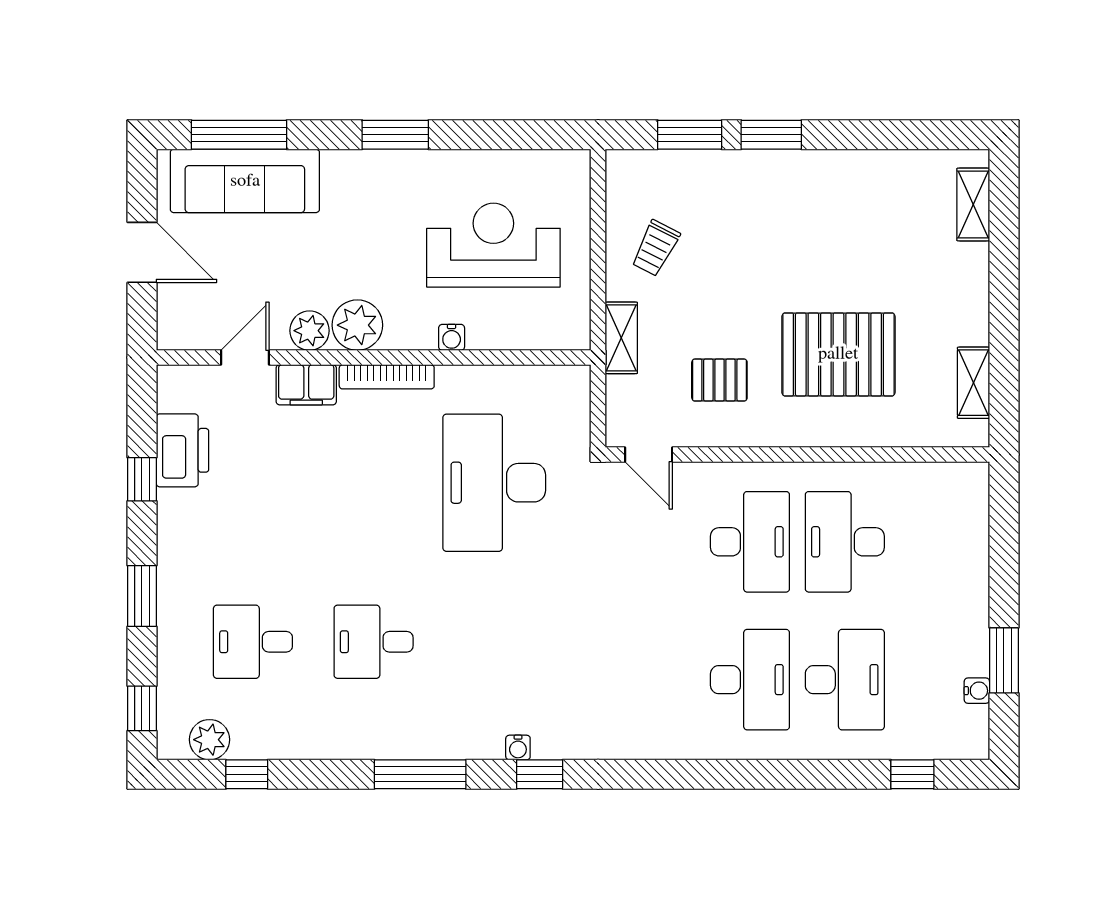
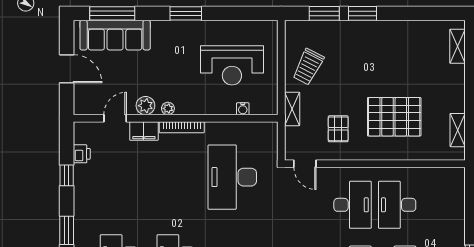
reception desk: (493, 245) -> (232, 65), turned 180
trolley: (656, 248) -> (308, 67), width x1.36, depth x1.39
plant: (357, 325) -> (168, 108), width x0.53, depth x0.53
water cooler: (452, 337) -> (243, 109), moved
pallet: (719, 380) -> (338, 129), turned 90
printer: (182, 450) -> (82, 154), width x0.53, depth x0.68

